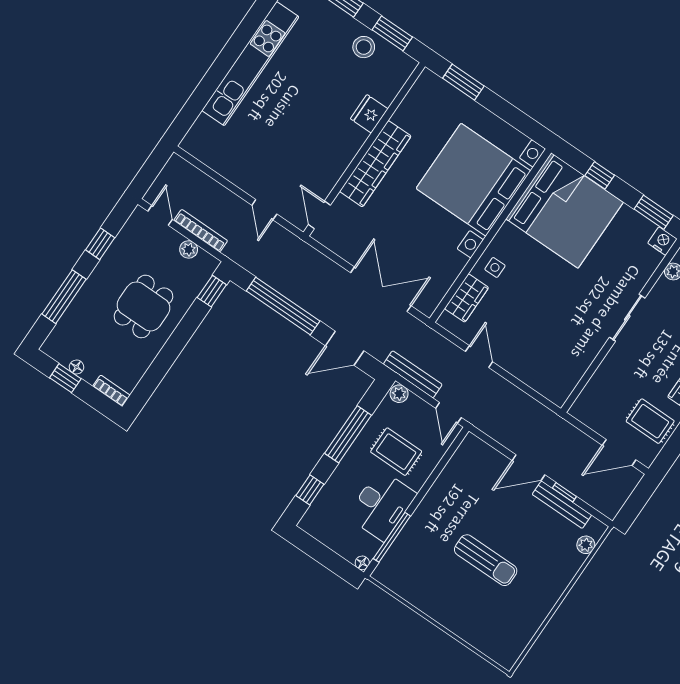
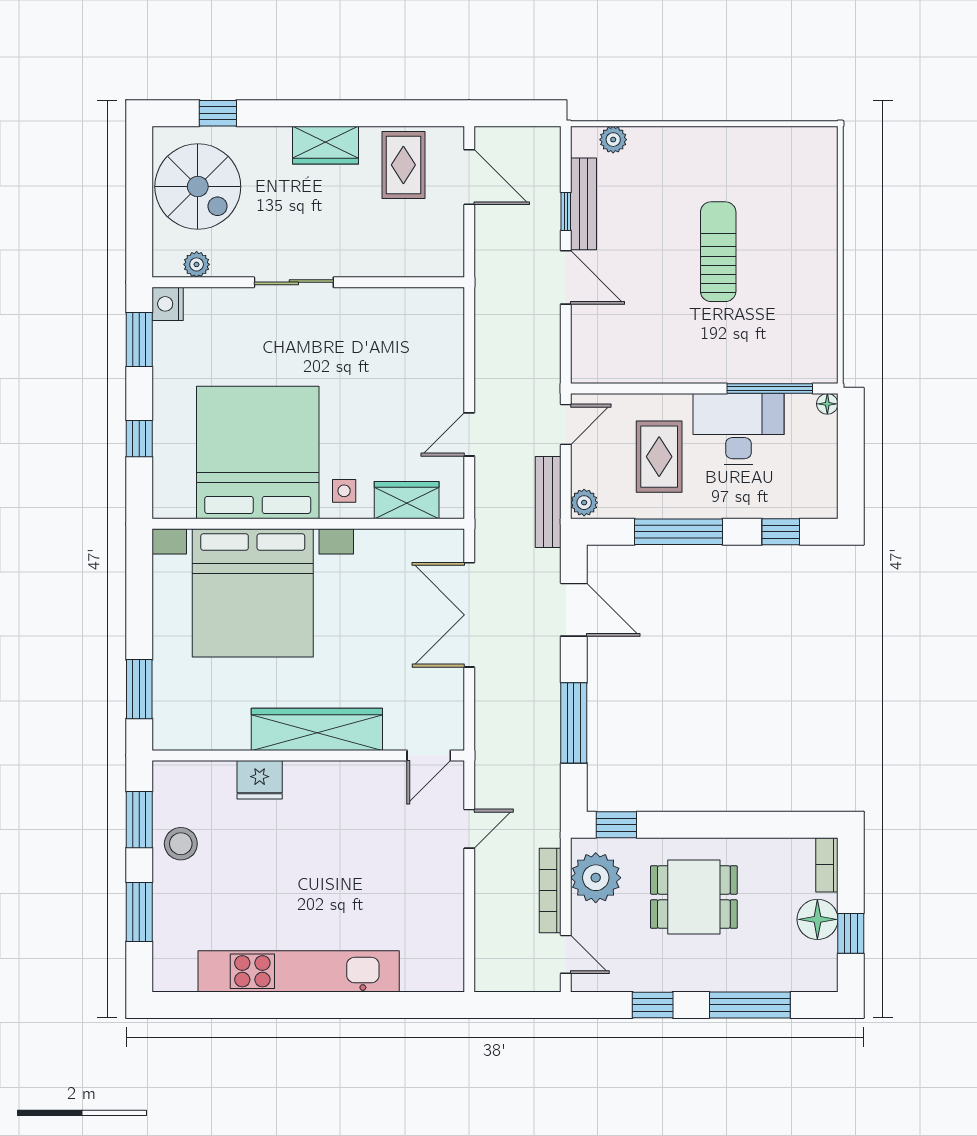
bed: (565, 211) -> (258, 452), moved
door: (160, 215) -> (566, 954), swing flipped
plant: (189, 249) -> (596, 878), width x1.88, depth x1.88
window: (283, 306) -> (574, 723), width x0.68
floor lamp: (76, 367) -> (817, 919), width x1.89, depth x1.89

